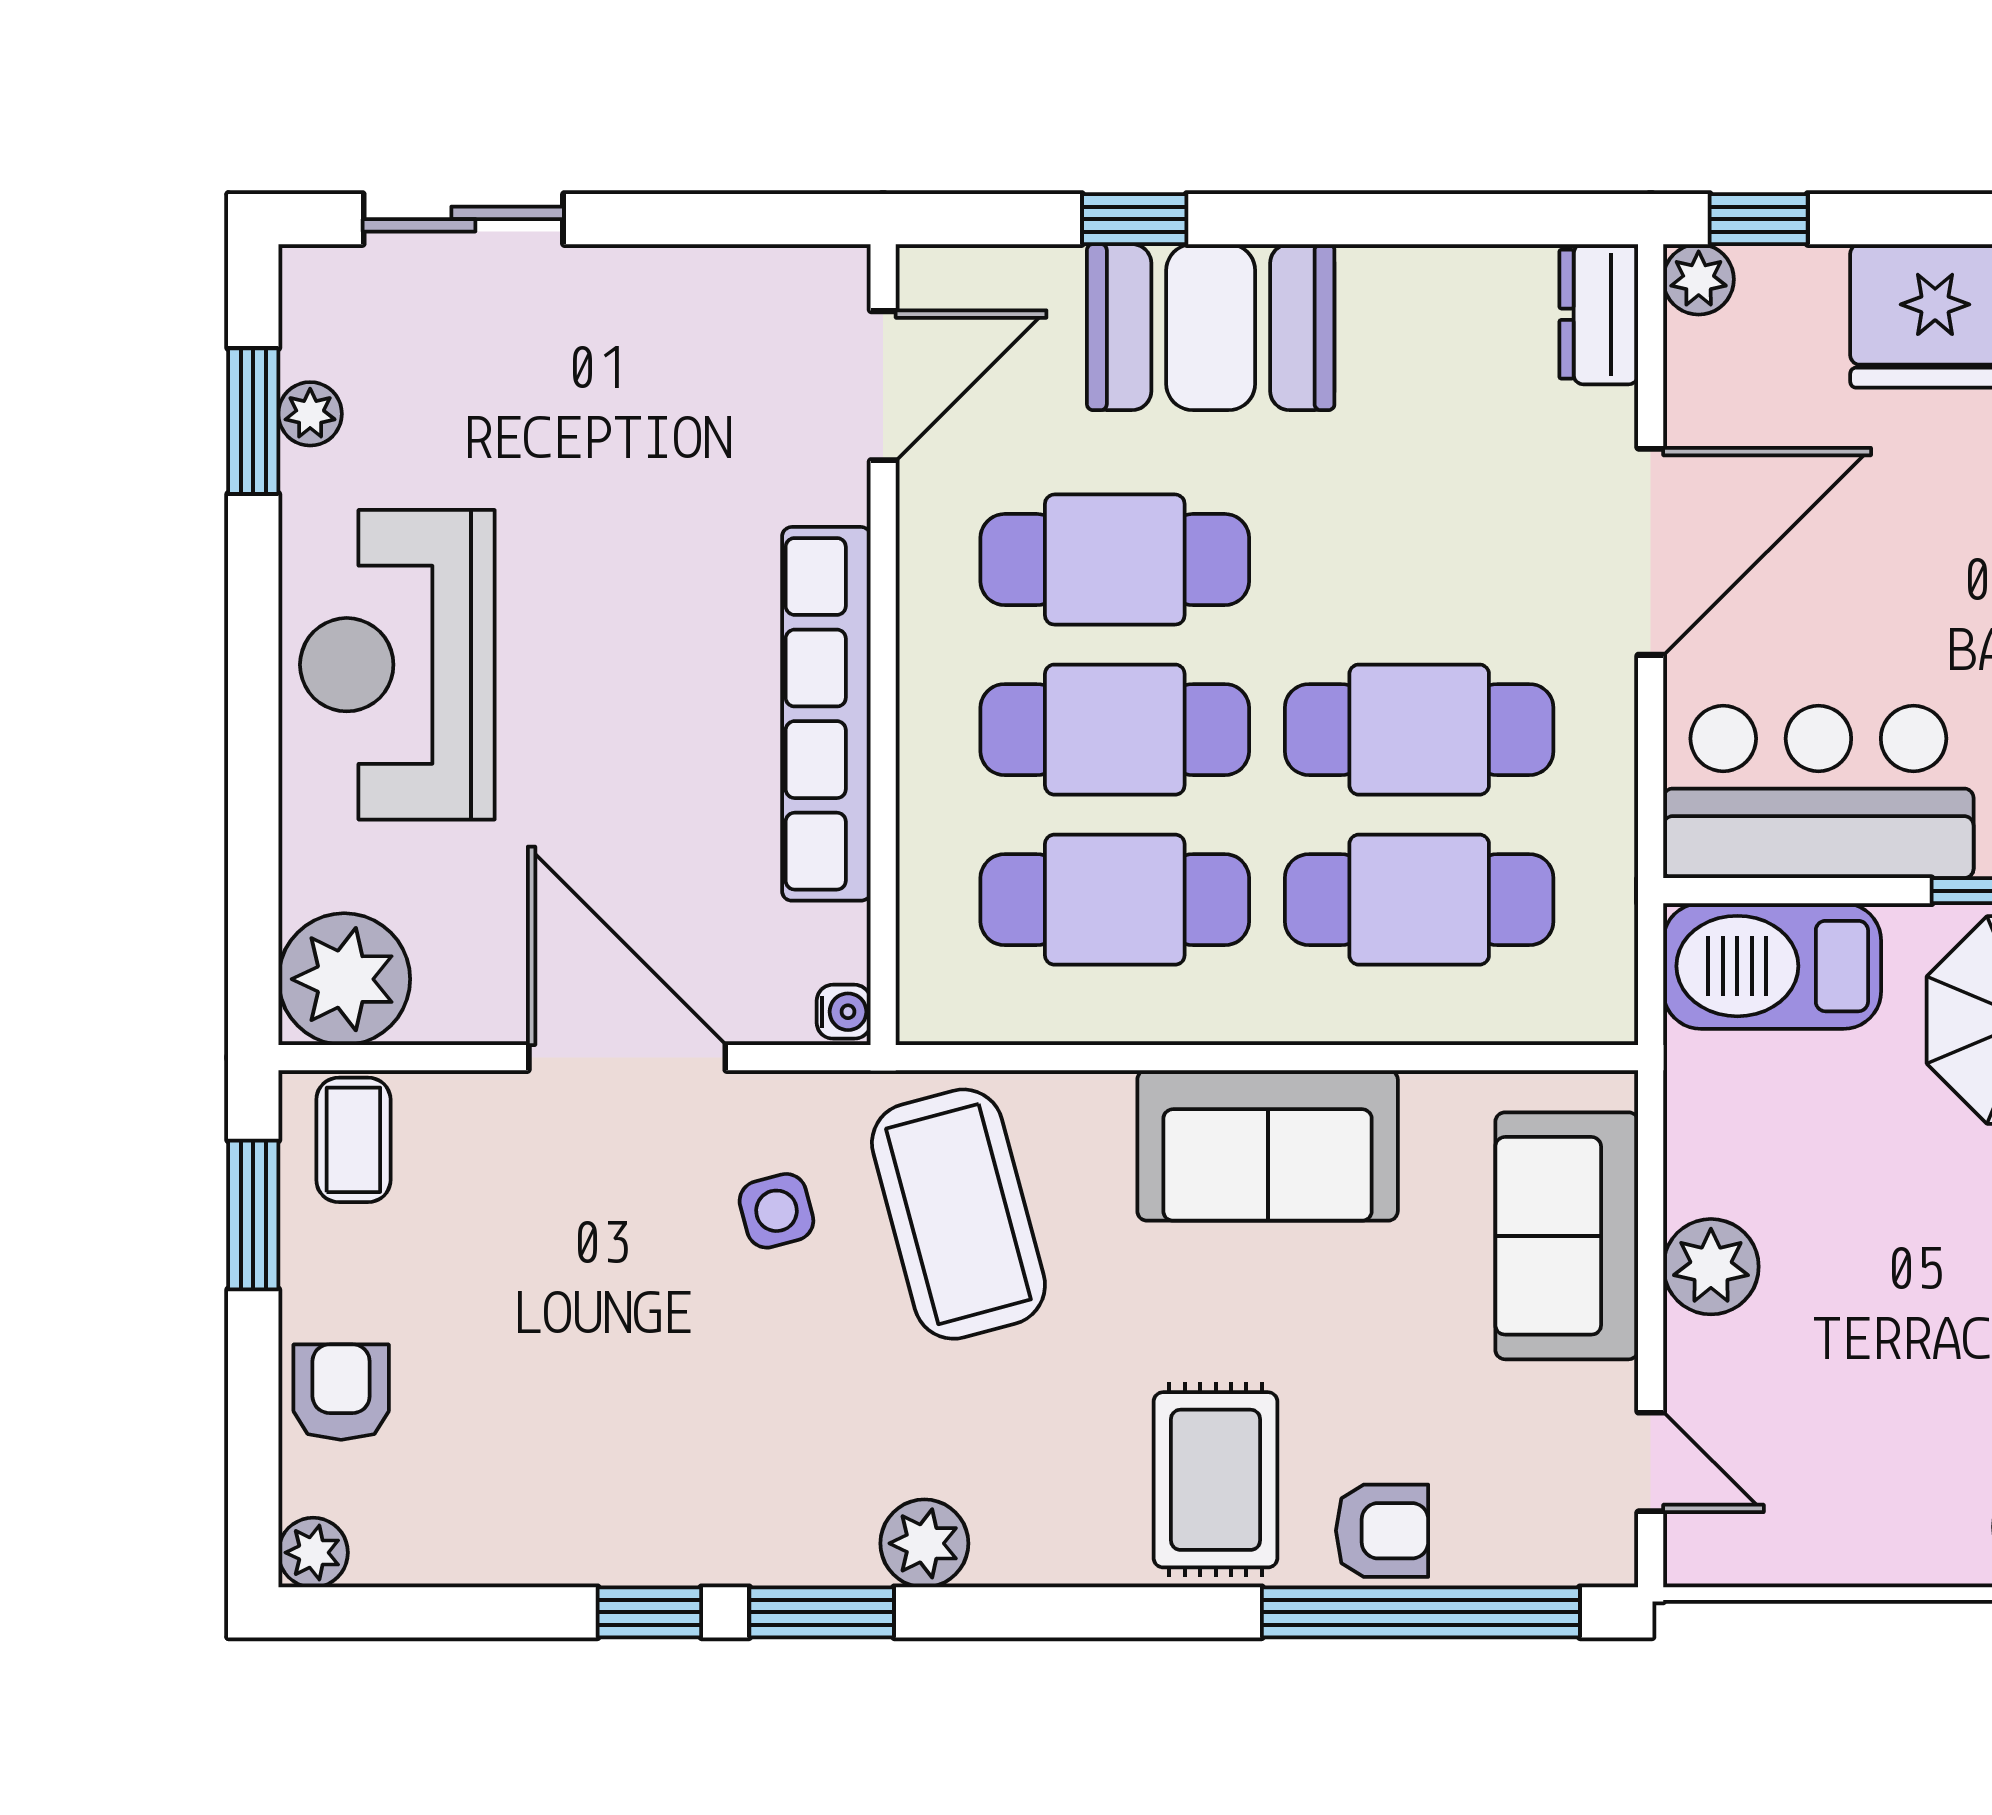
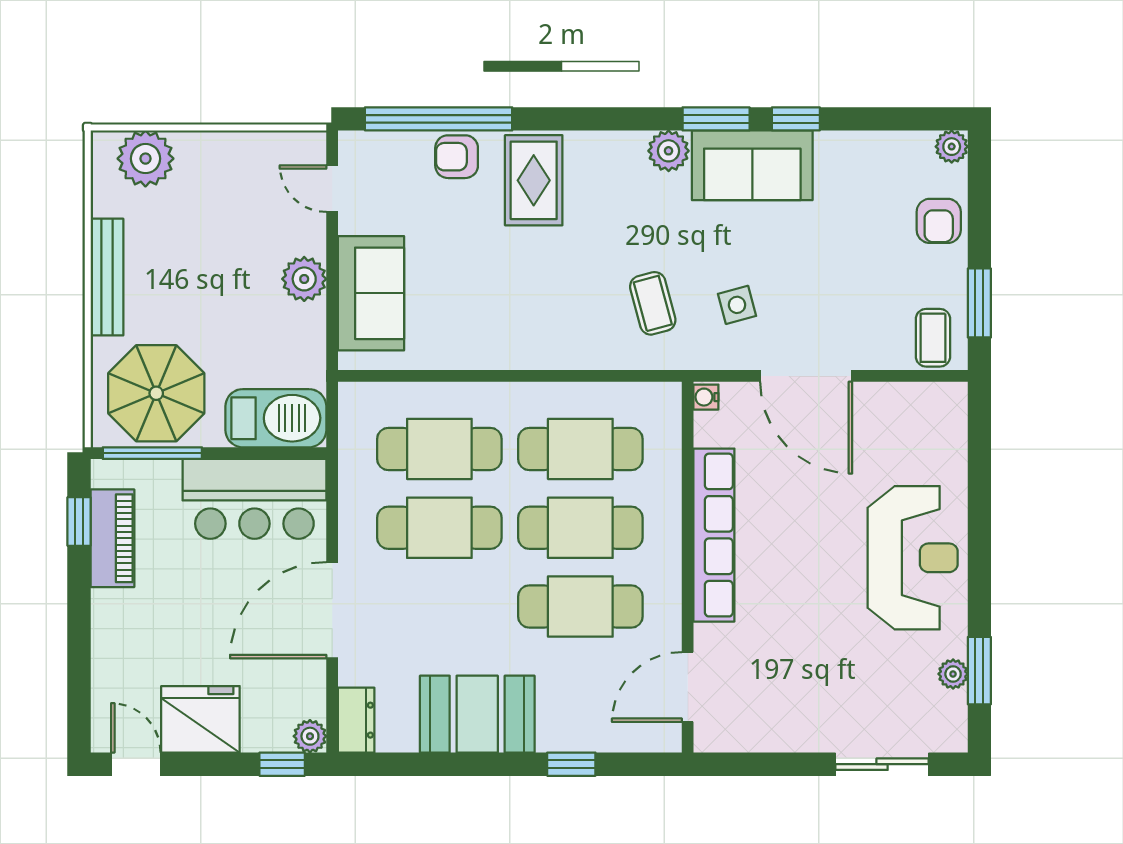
booth: (1211, 327) -> (477, 714), moved
plant: (344, 979) -> (937, 412), removed
sofa: (1268, 1145) -> (752, 165), moved, turned 180
coffee table: (958, 1214) -> (653, 303), width x0.54, depth x0.58

